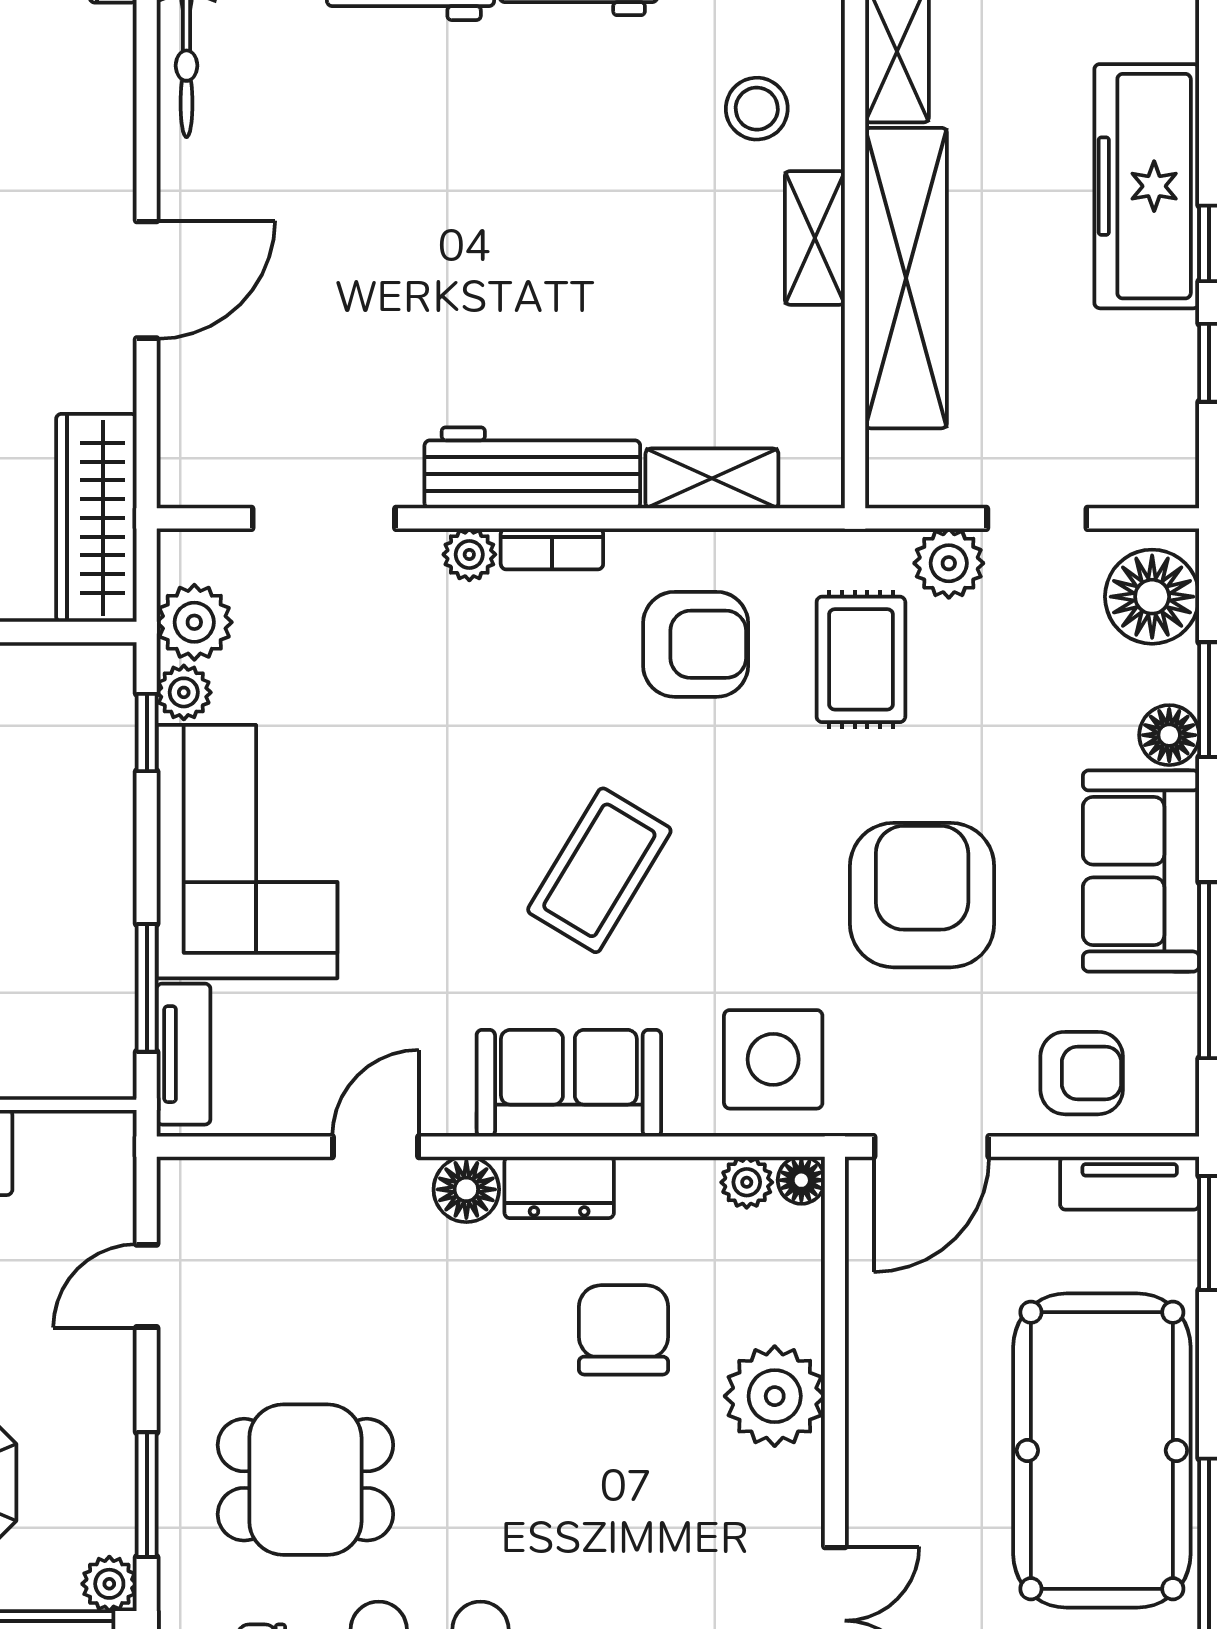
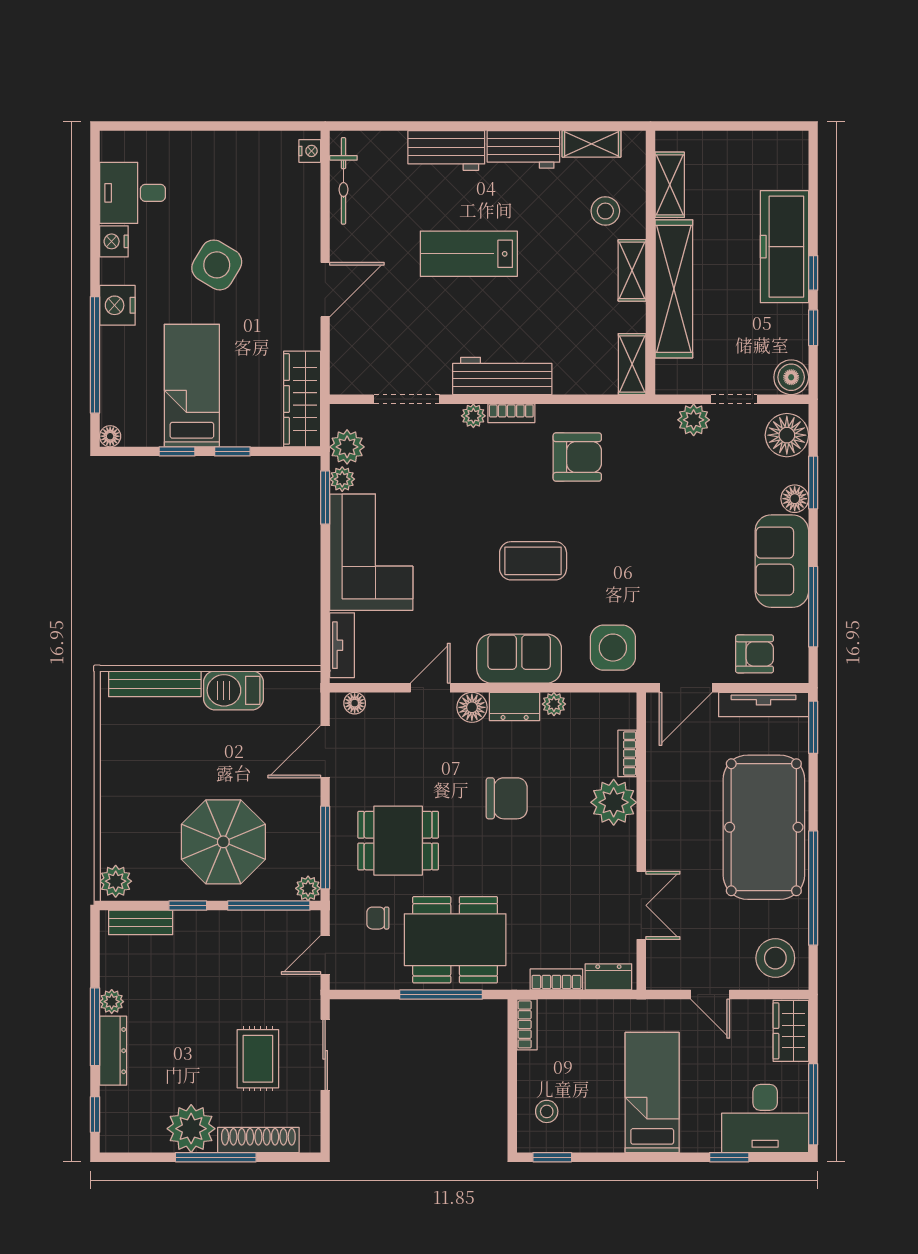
lab bench: (459, 202) -> (469, 254), added
boiler: (1161, 471) -> (791, 377), added
shelving: (712, 478) -> (632, 364), moved, turned 90
rug: (861, 659) -> (653, 464), removed
window: (147, 733) -> (325, 498), width x1.50
coffee table: (599, 870) -> (533, 561), turned 59
armchair: (922, 895) -> (681, 572), removed
window: (147, 988) -> (325, 615), removed
floor lamp: (801, 1180) -> (355, 703), moved
plant: (747, 1182) -> (554, 704), moved
tv unit: (1130, 1183) -> (764, 704), width x1.41
door: (147, 1286) -> (325, 752), width x1.38
bookcase: (805, 1290) -> (627, 753), added
chair: (624, 1330) -> (507, 798), moved, turned 90
window: (147, 1495) -> (325, 847), width x1.44

